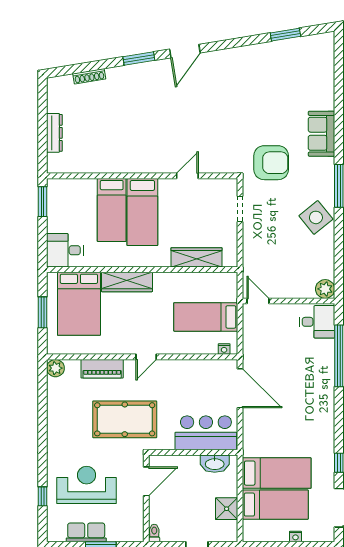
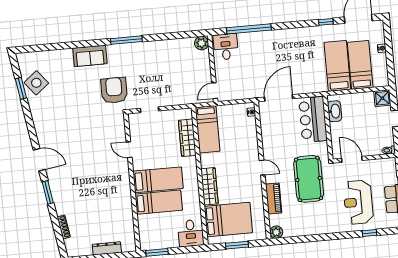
side table: (316, 217) -> (36, 83), moved
bed: (206, 317) -> (208, 129), moved
shower: (227, 509) -> (382, 98), moved

